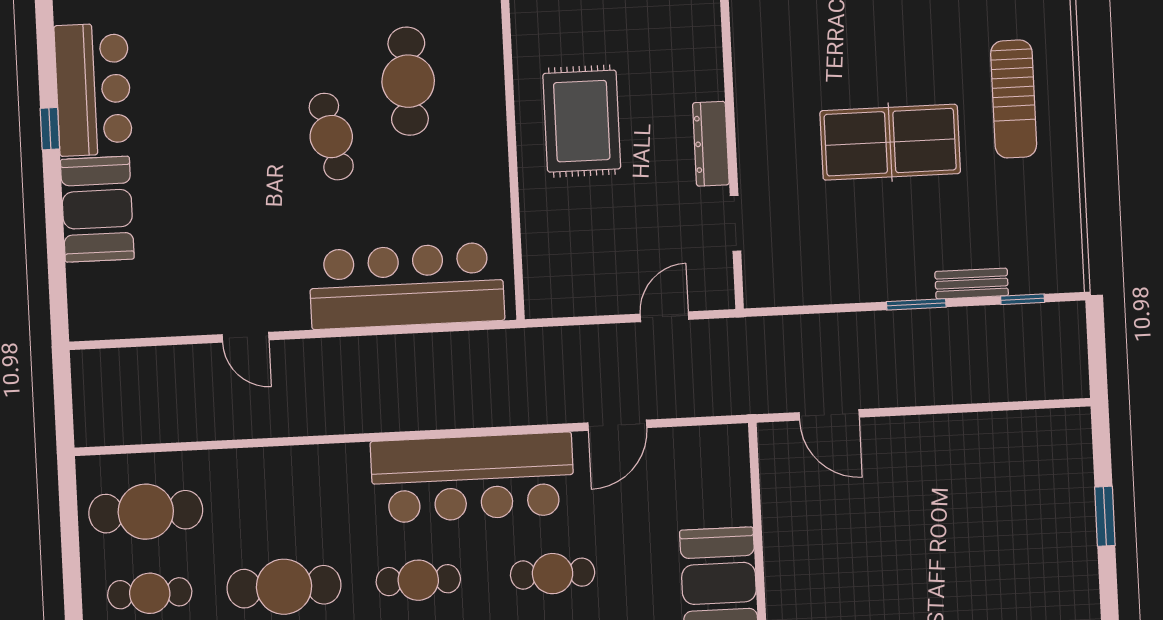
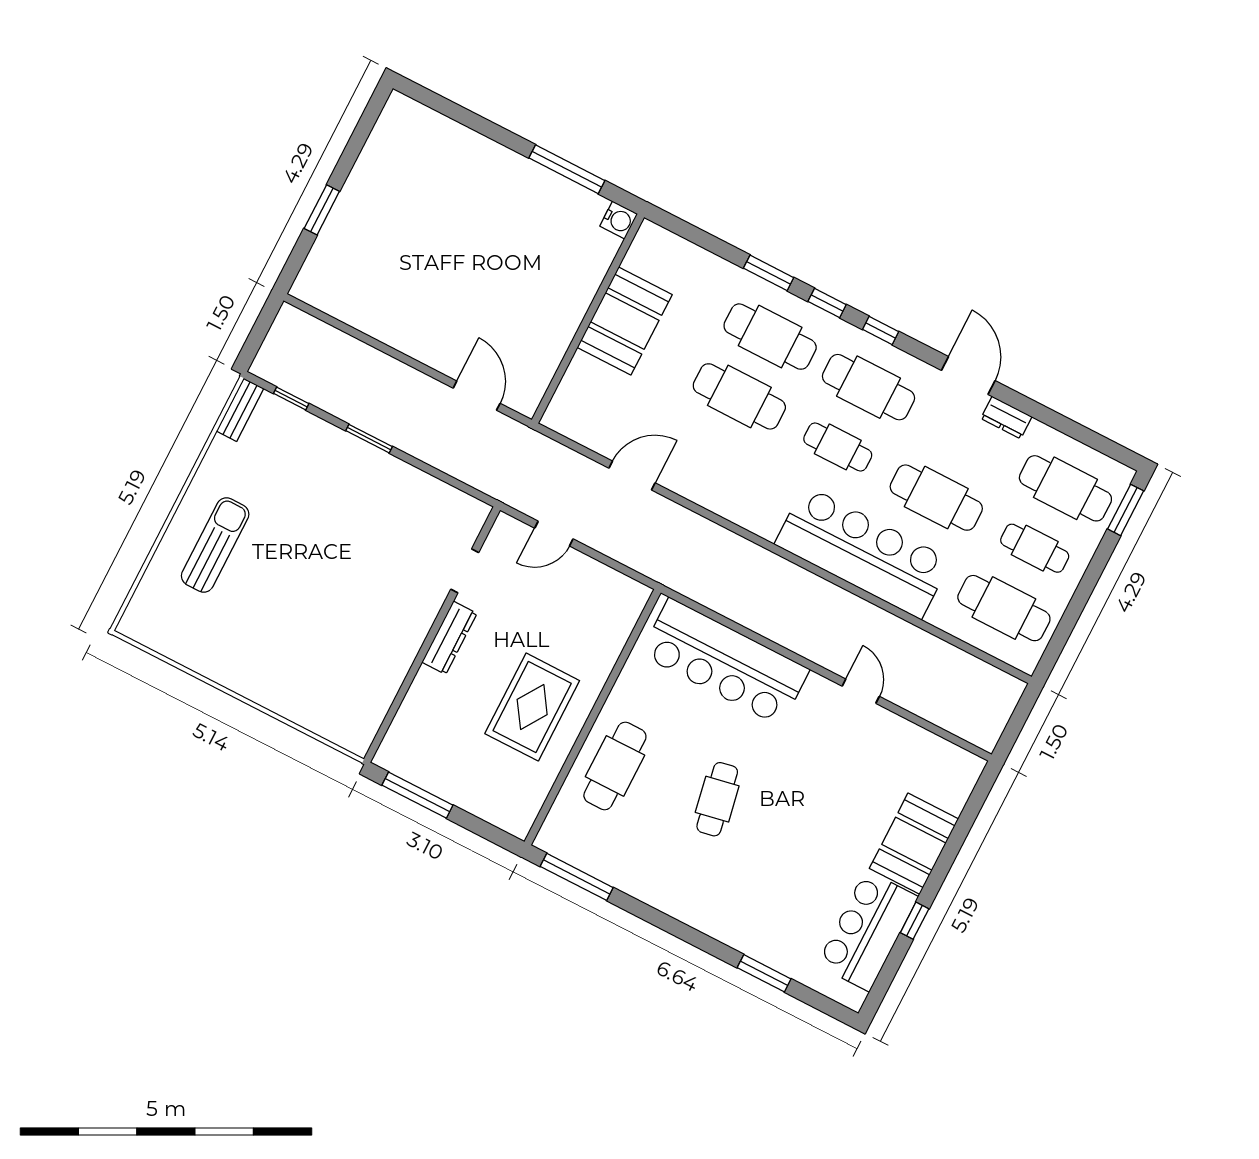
cafe table: (408, 81) -> (615, 766), moved
table tennis table: (890, 142) -> (321, 565), removed
bench: (972, 284) -> (240, 410), moved, turned 90
bar counter: (473, 478) -> (863, 552), moved
cafe table: (553, 574) -> (739, 396), width x1.37, depth x1.35

